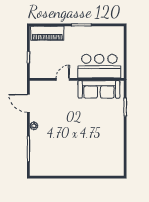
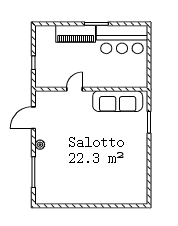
piano: (47, 33) -> (76, 34), moved
bar counter: (99, 66) -> (122, 40), moved, turned 180
door: (28, 103) -> (33, 118), hinge flipped

